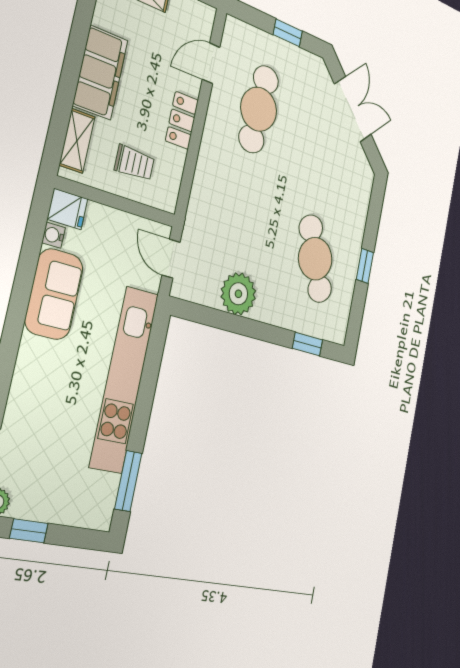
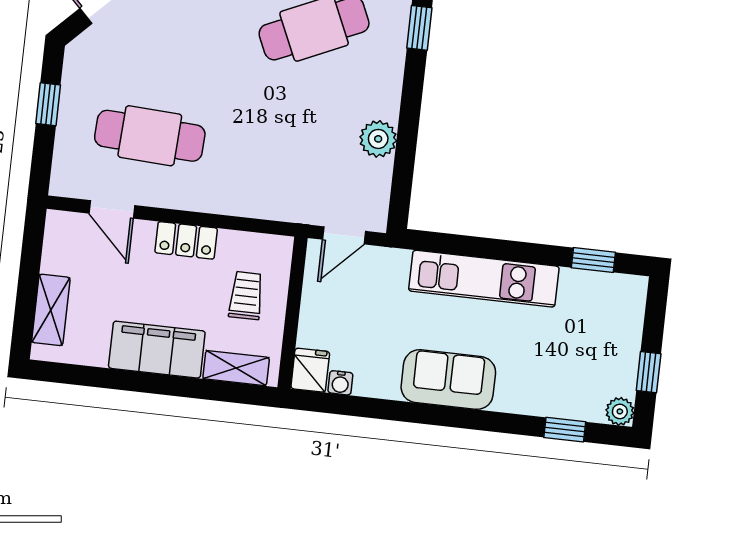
sofa: (54, 294) -> (448, 380), moved
plant: (238, 294) -> (378, 139), width x0.73, depth x0.73
kitchen unit: (124, 380) -> (484, 279), width x0.73
window: (128, 481) -> (593, 260), width x0.67

